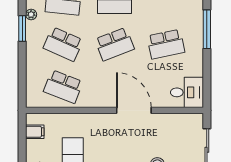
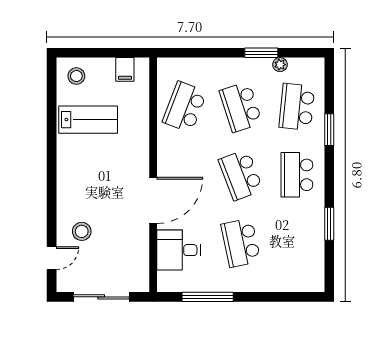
window: (207, 29) -> (208, 297), moved
school desk: (63, 44) -> (241, 107), turned -42
desk: (187, 92) -> (179, 250), moved, turned 90

